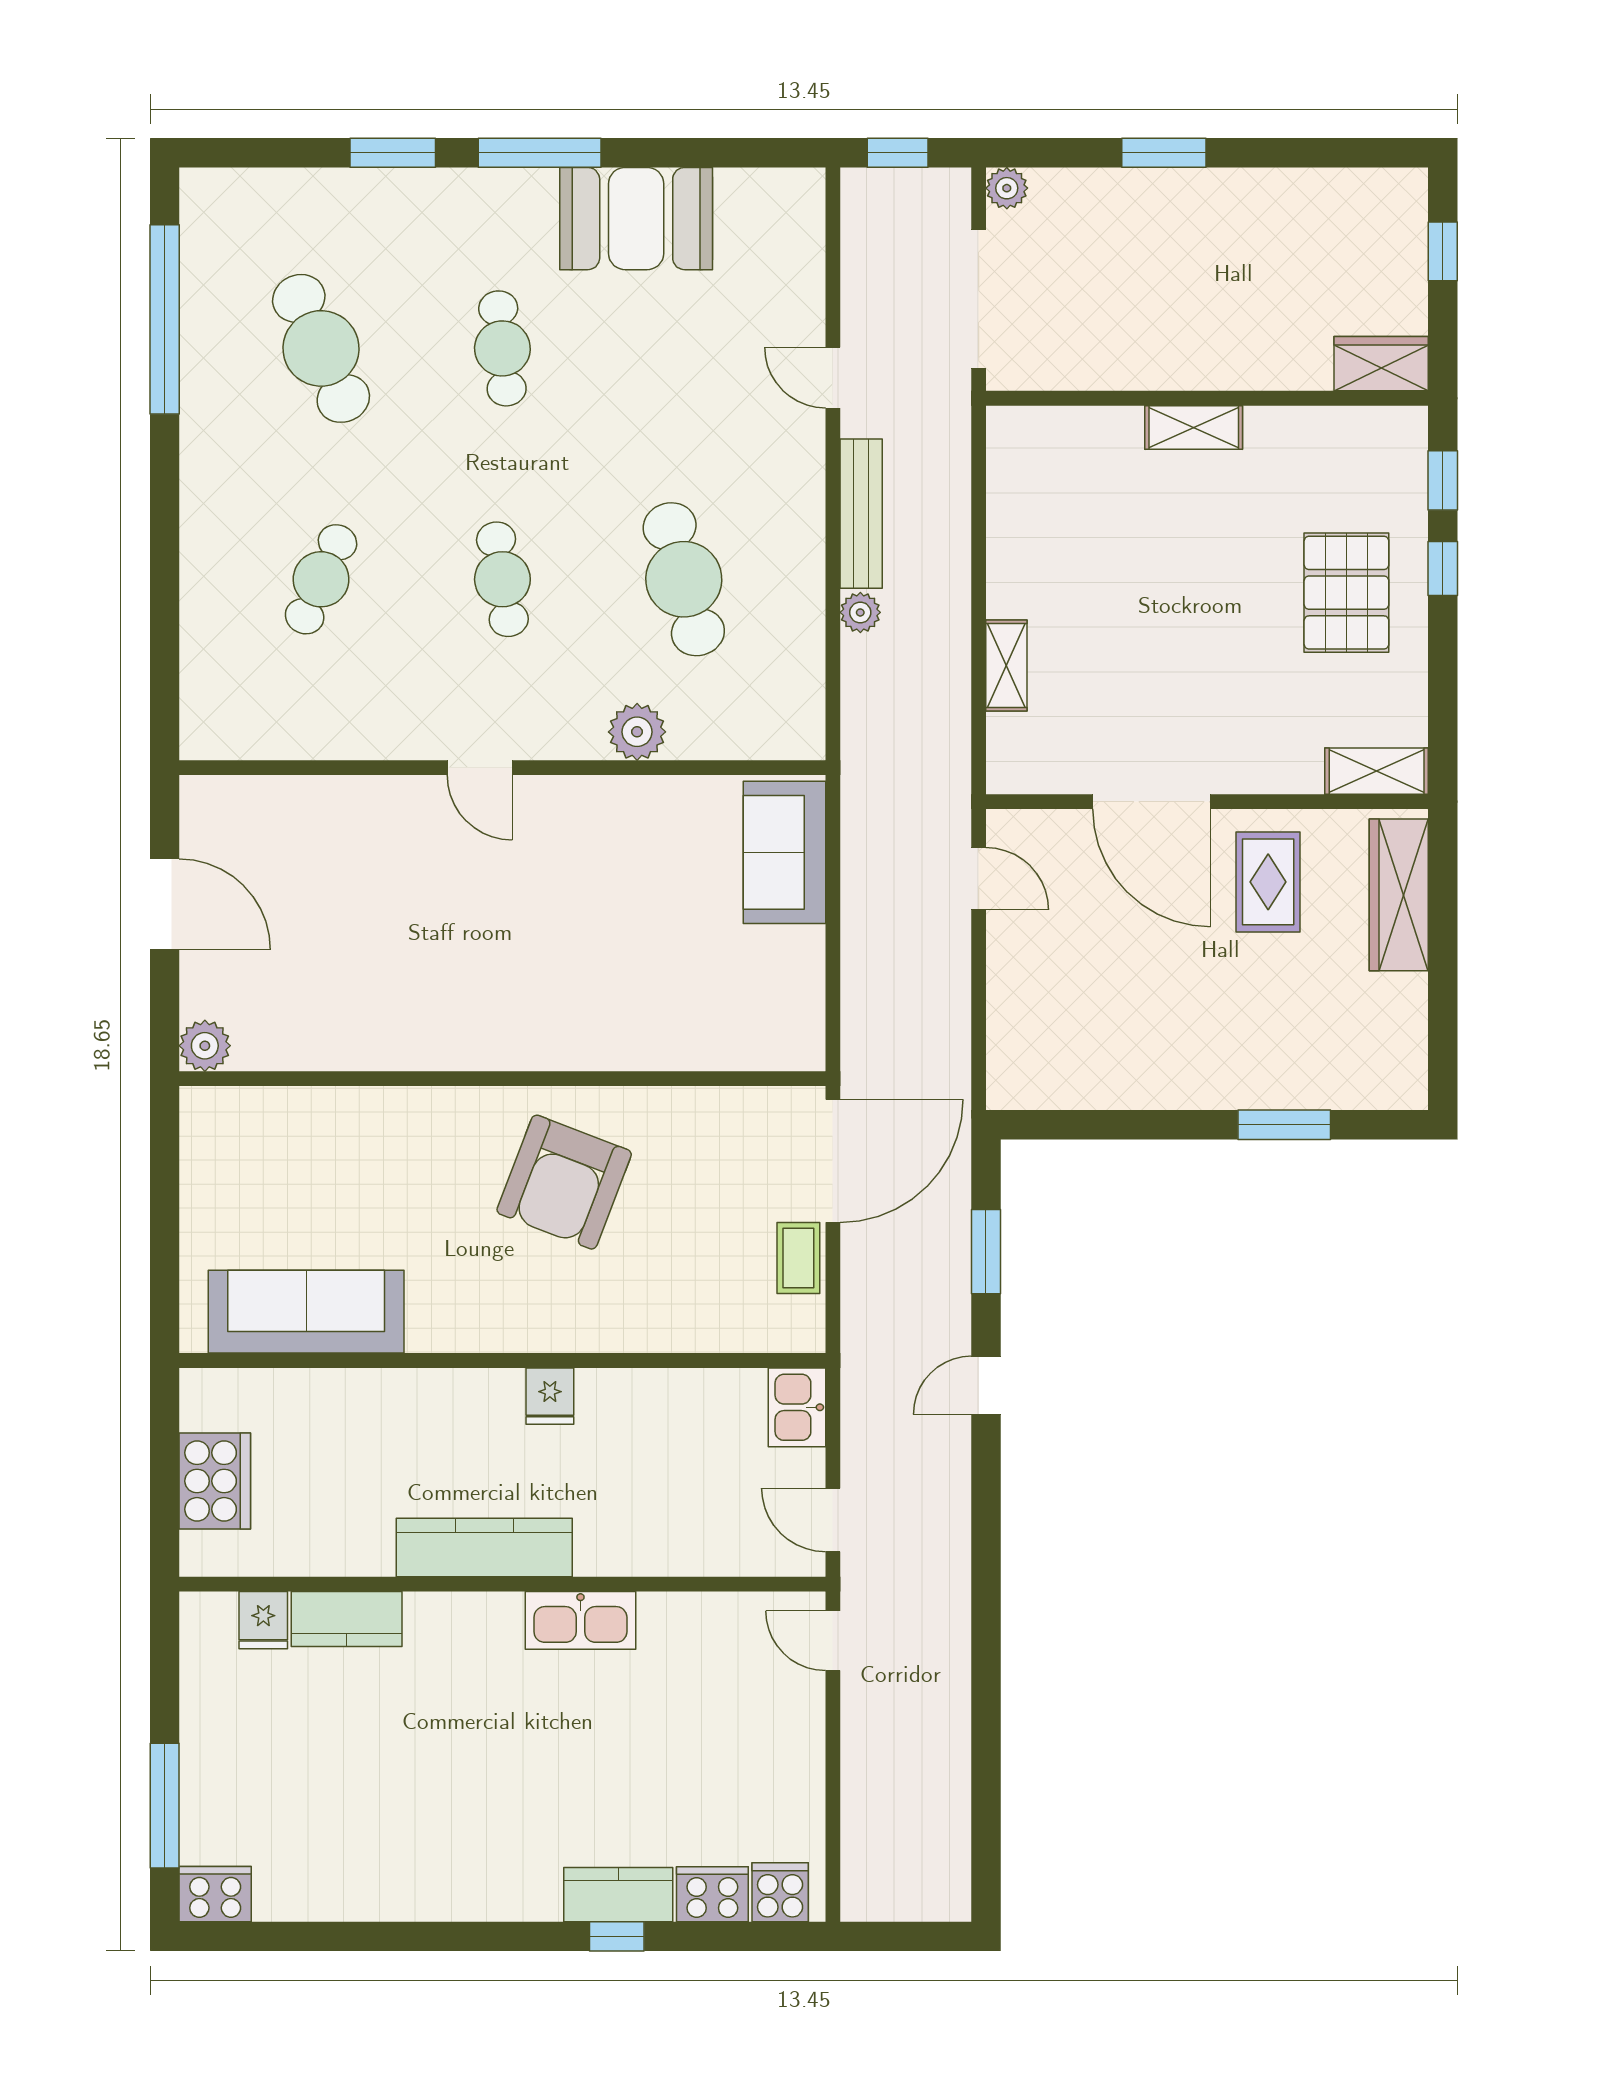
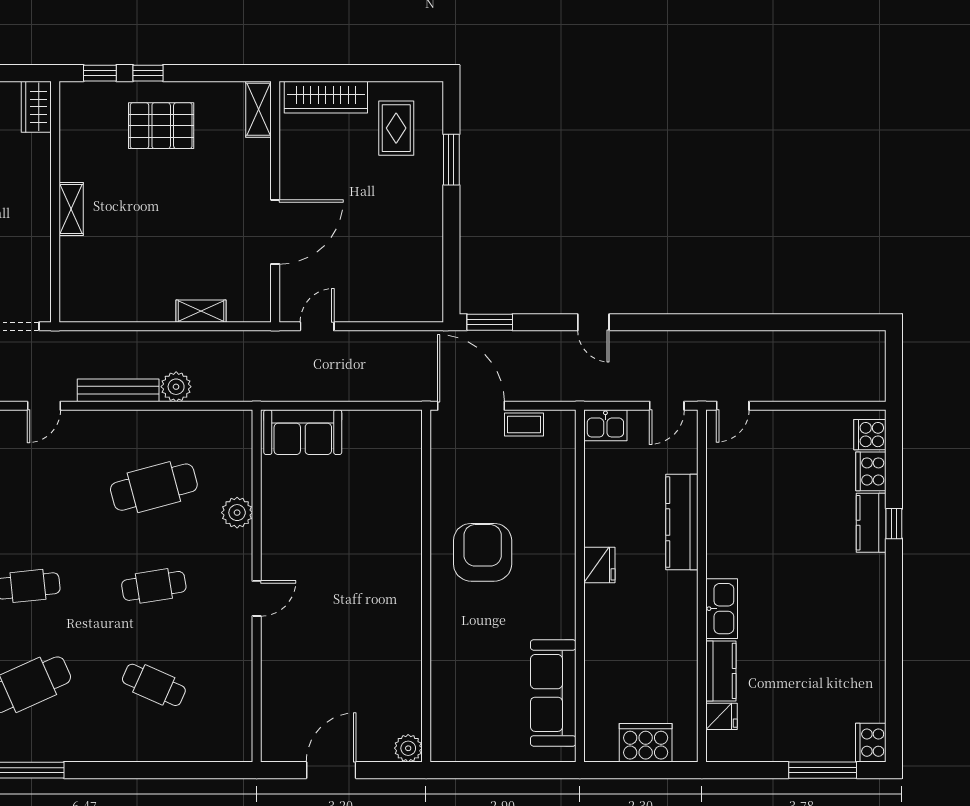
plant: (860, 612) -> (176, 387), width x1.38, depth x1.38
rug: (1268, 882) -> (396, 128), moved, turned 90
armchair: (564, 1182) -> (483, 552), turned -111
window: (986, 1252) -> (490, 322), moved
fridge: (550, 1396) -> (599, 565), width x1.38
kitchen counter: (484, 1547) -> (682, 522), moved
kitchen sink: (580, 1620) -> (722, 609), moved

